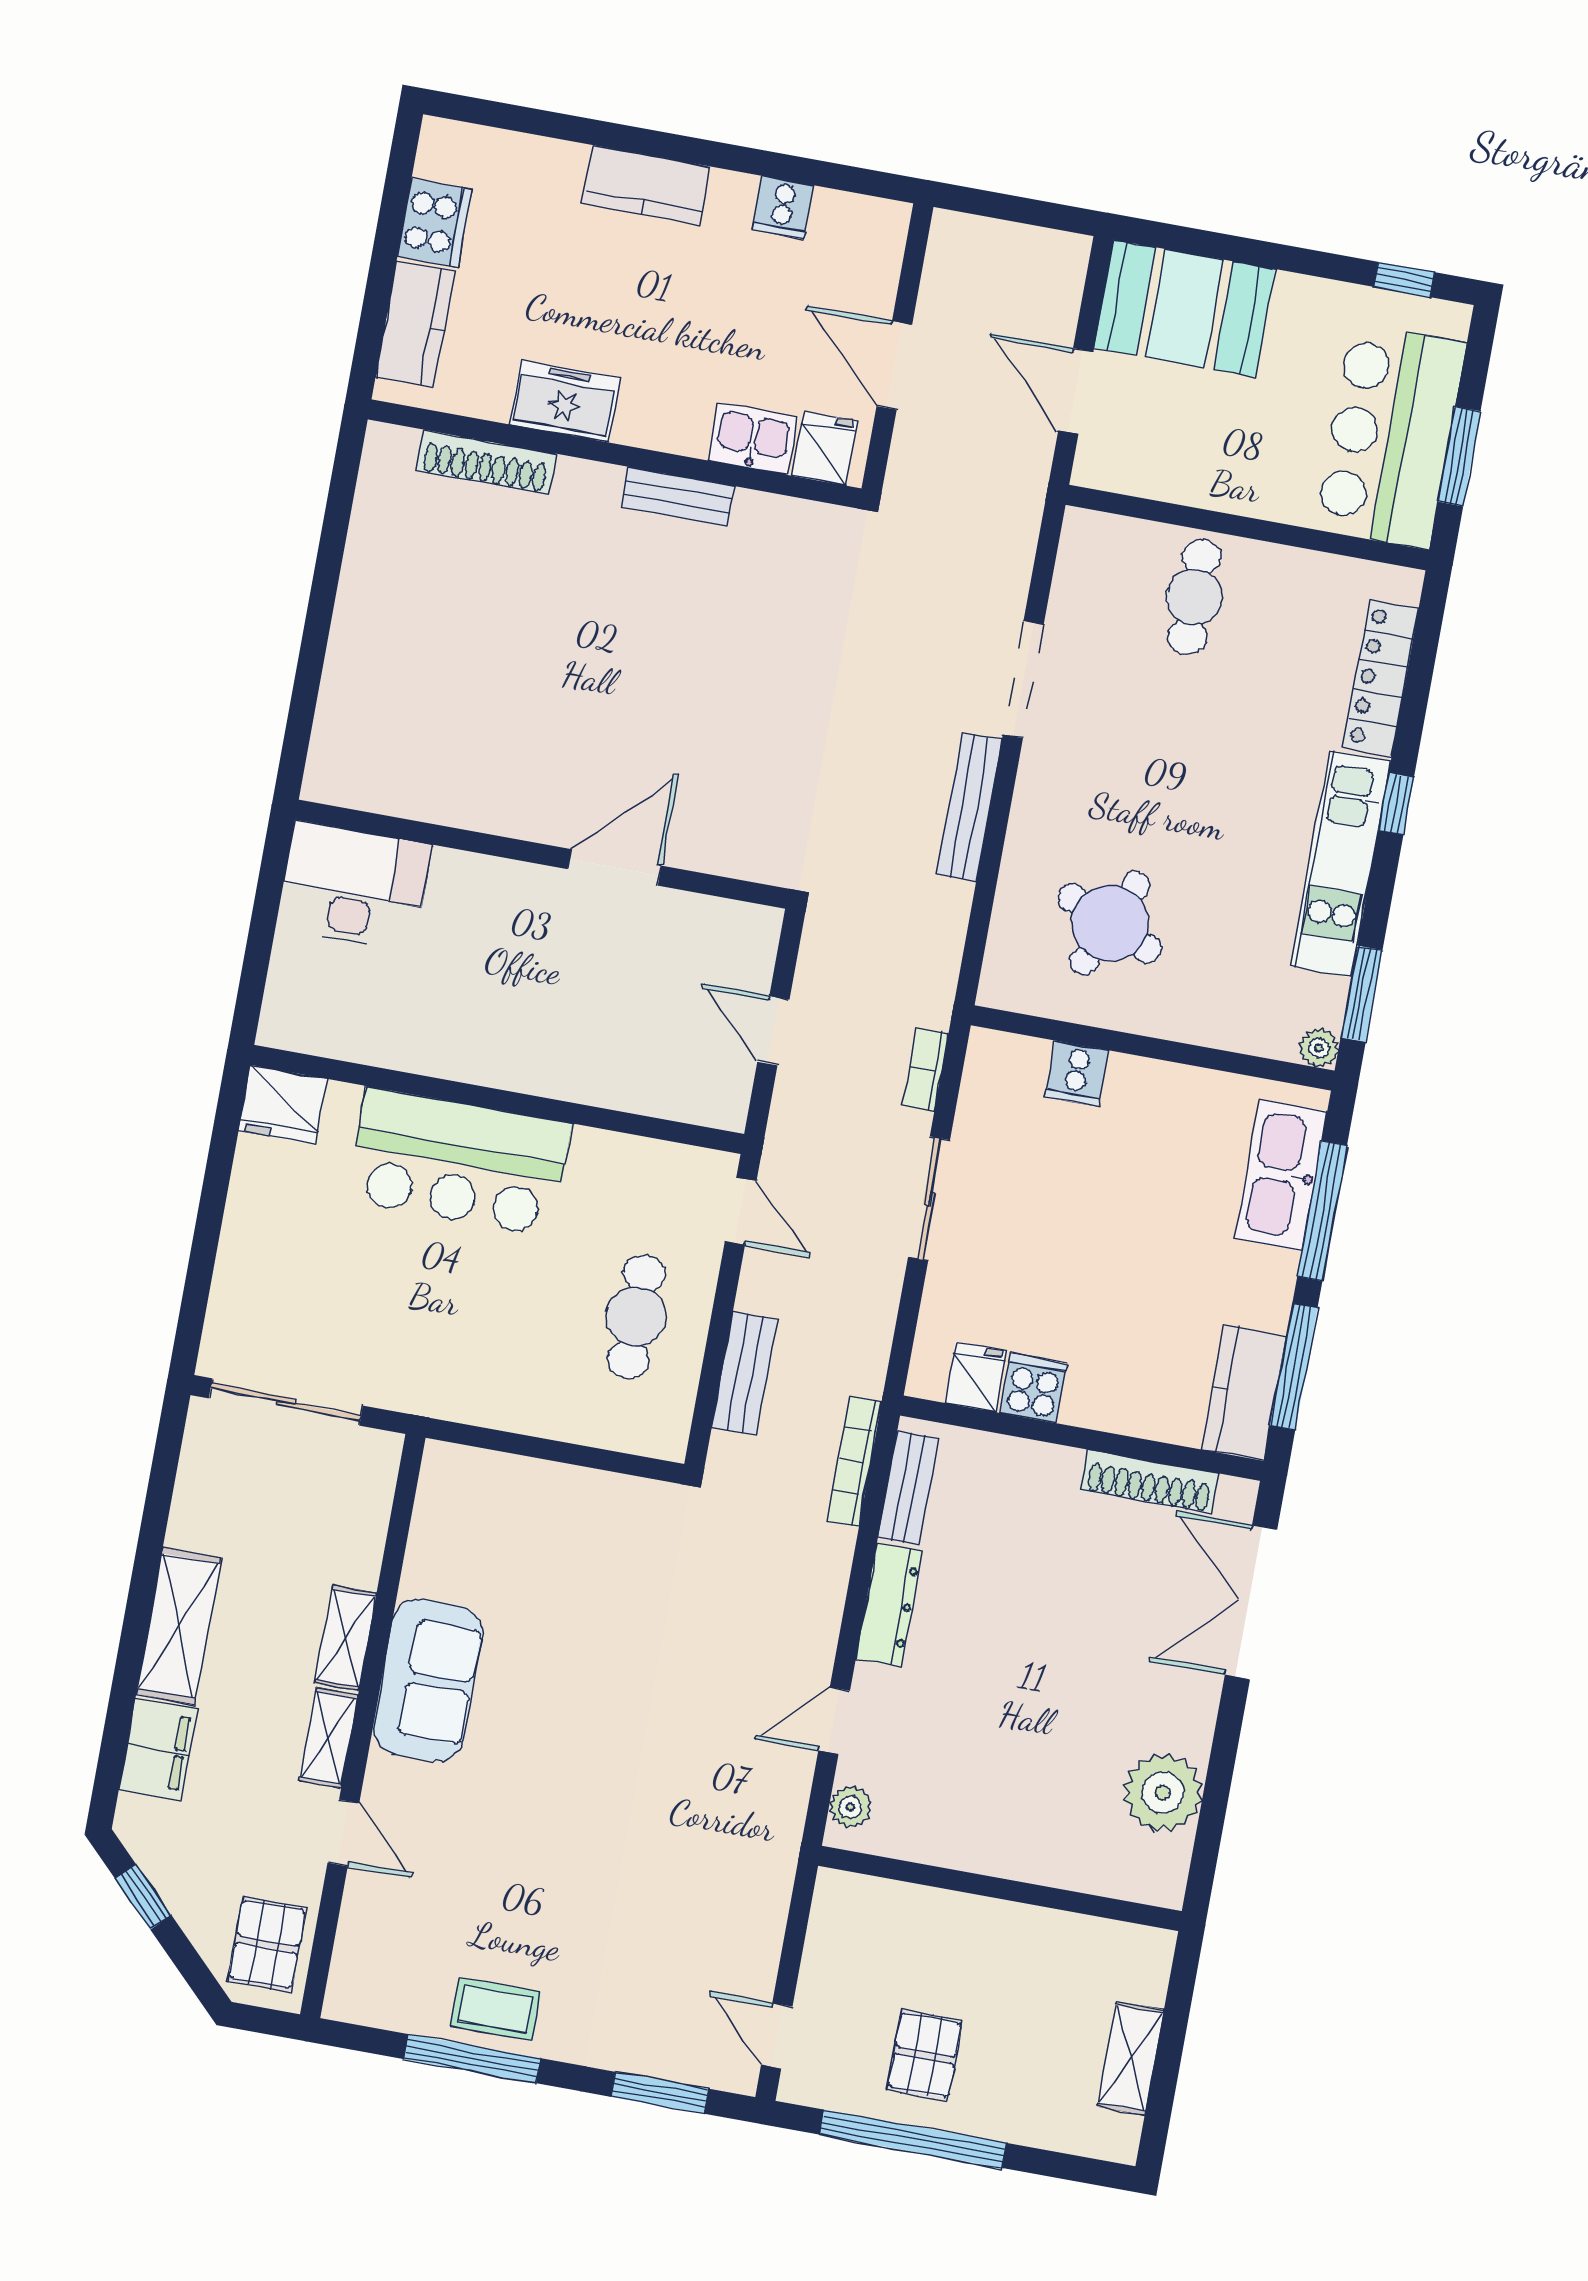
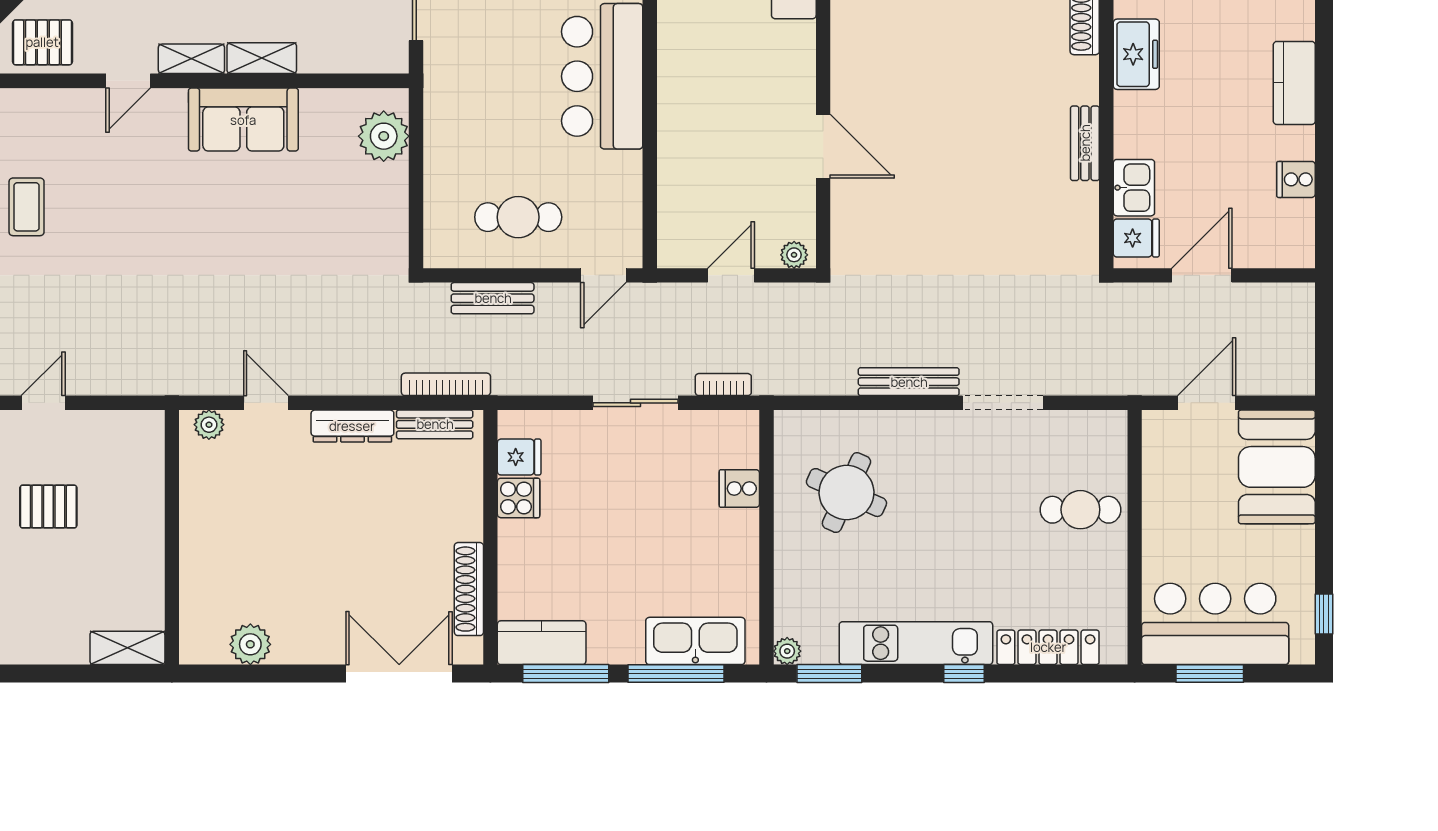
plant: (761, 936) -> (794, 255), added
plant: (487, 1486) -> (384, 136), added
plant: (1163, 1793) -> (250, 644), width x0.73, depth x0.73
shelving: (1131, 2058) -> (127, 648), moved

